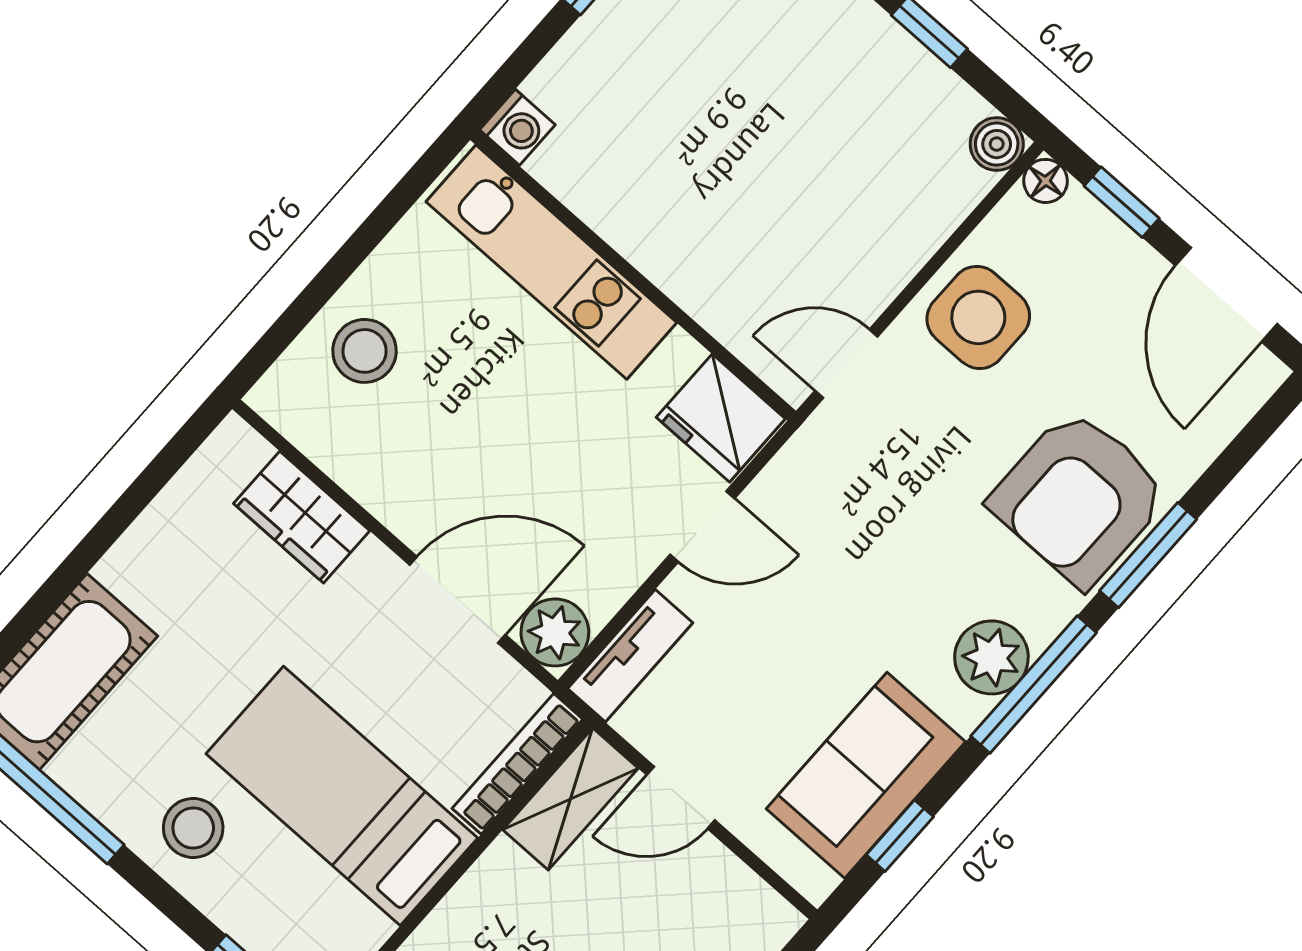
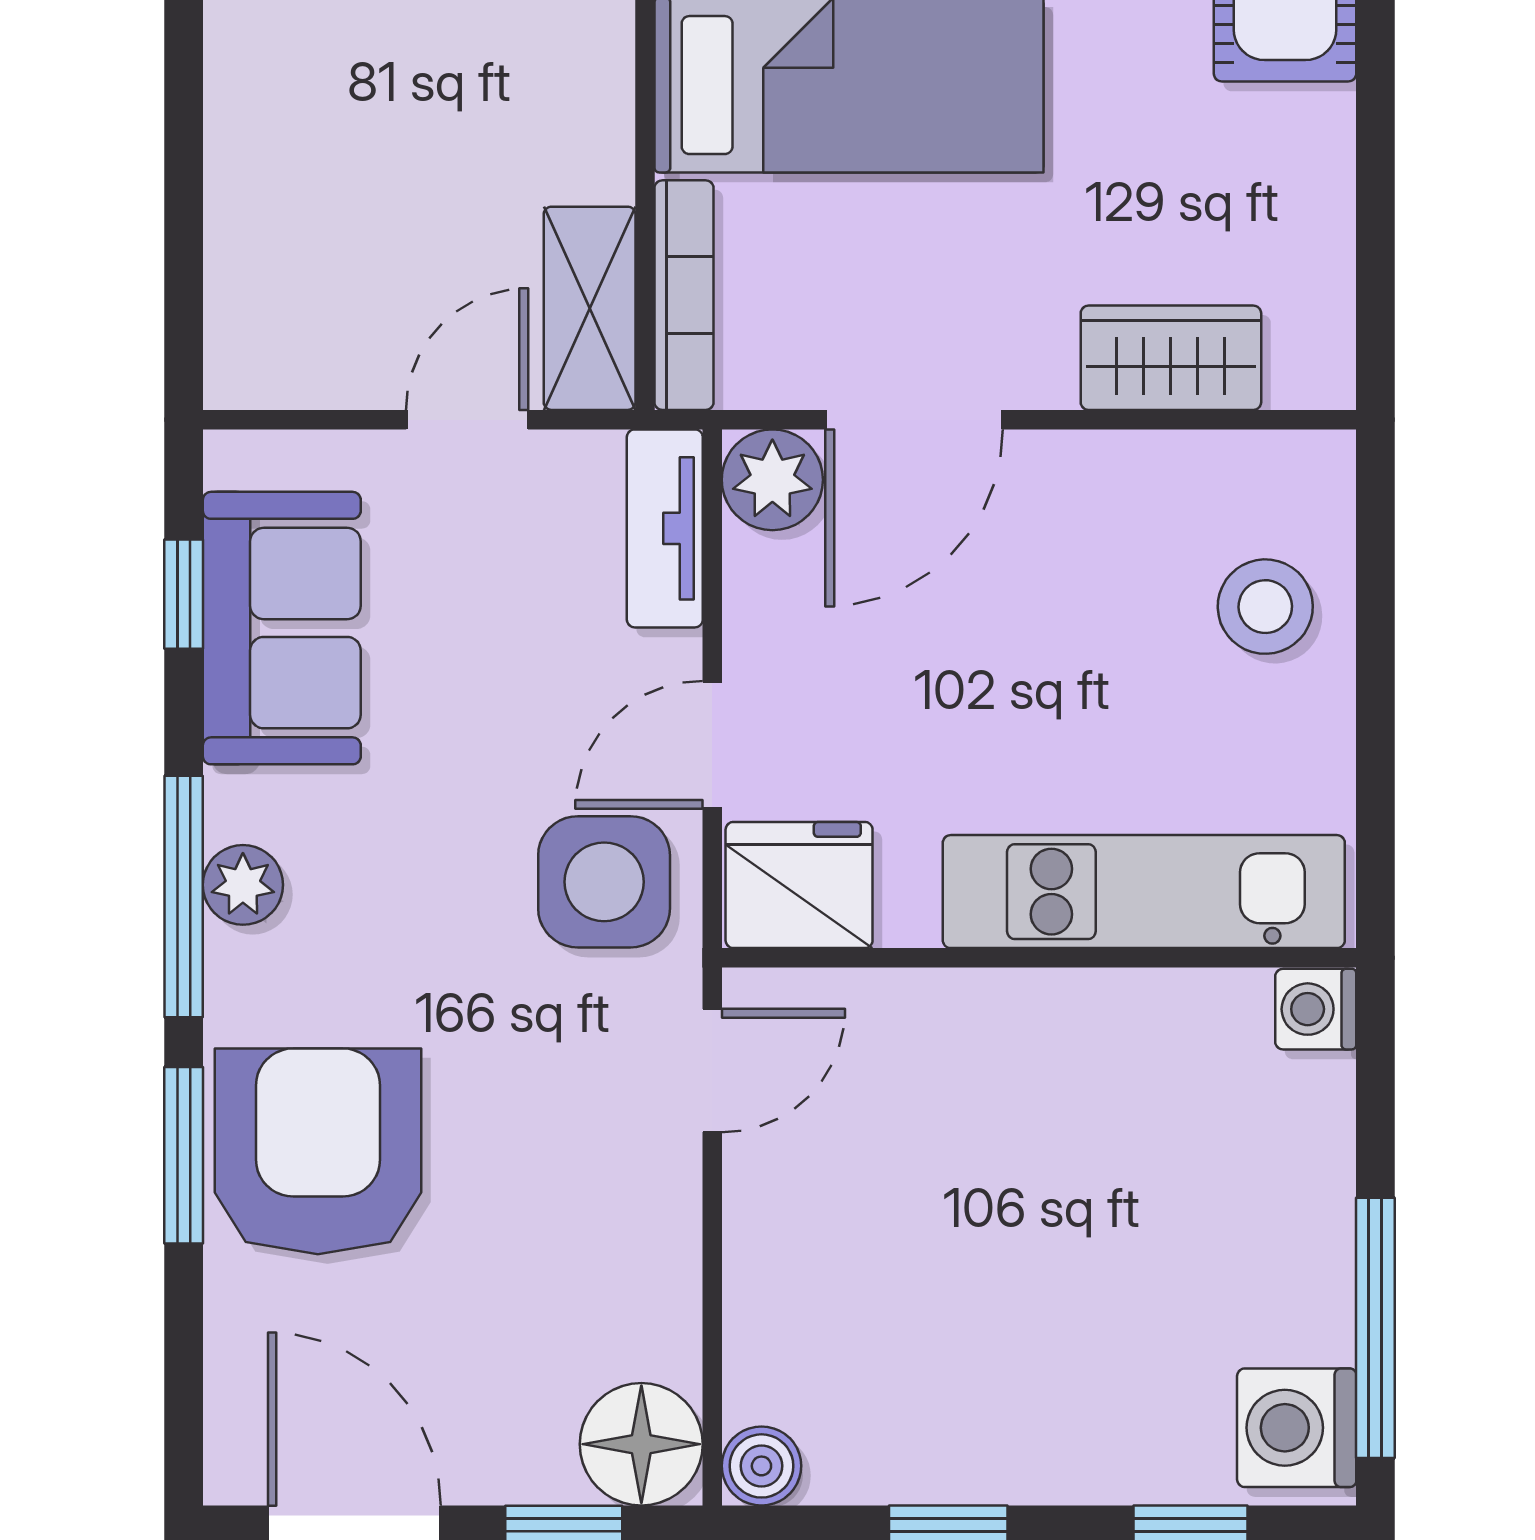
floor lamp: (1046, 181) -> (641, 1444), width x1.89, depth x1.89
side table: (978, 317) -> (604, 882), moved
plant: (991, 657) -> (243, 885), width x0.73, depth x0.73

